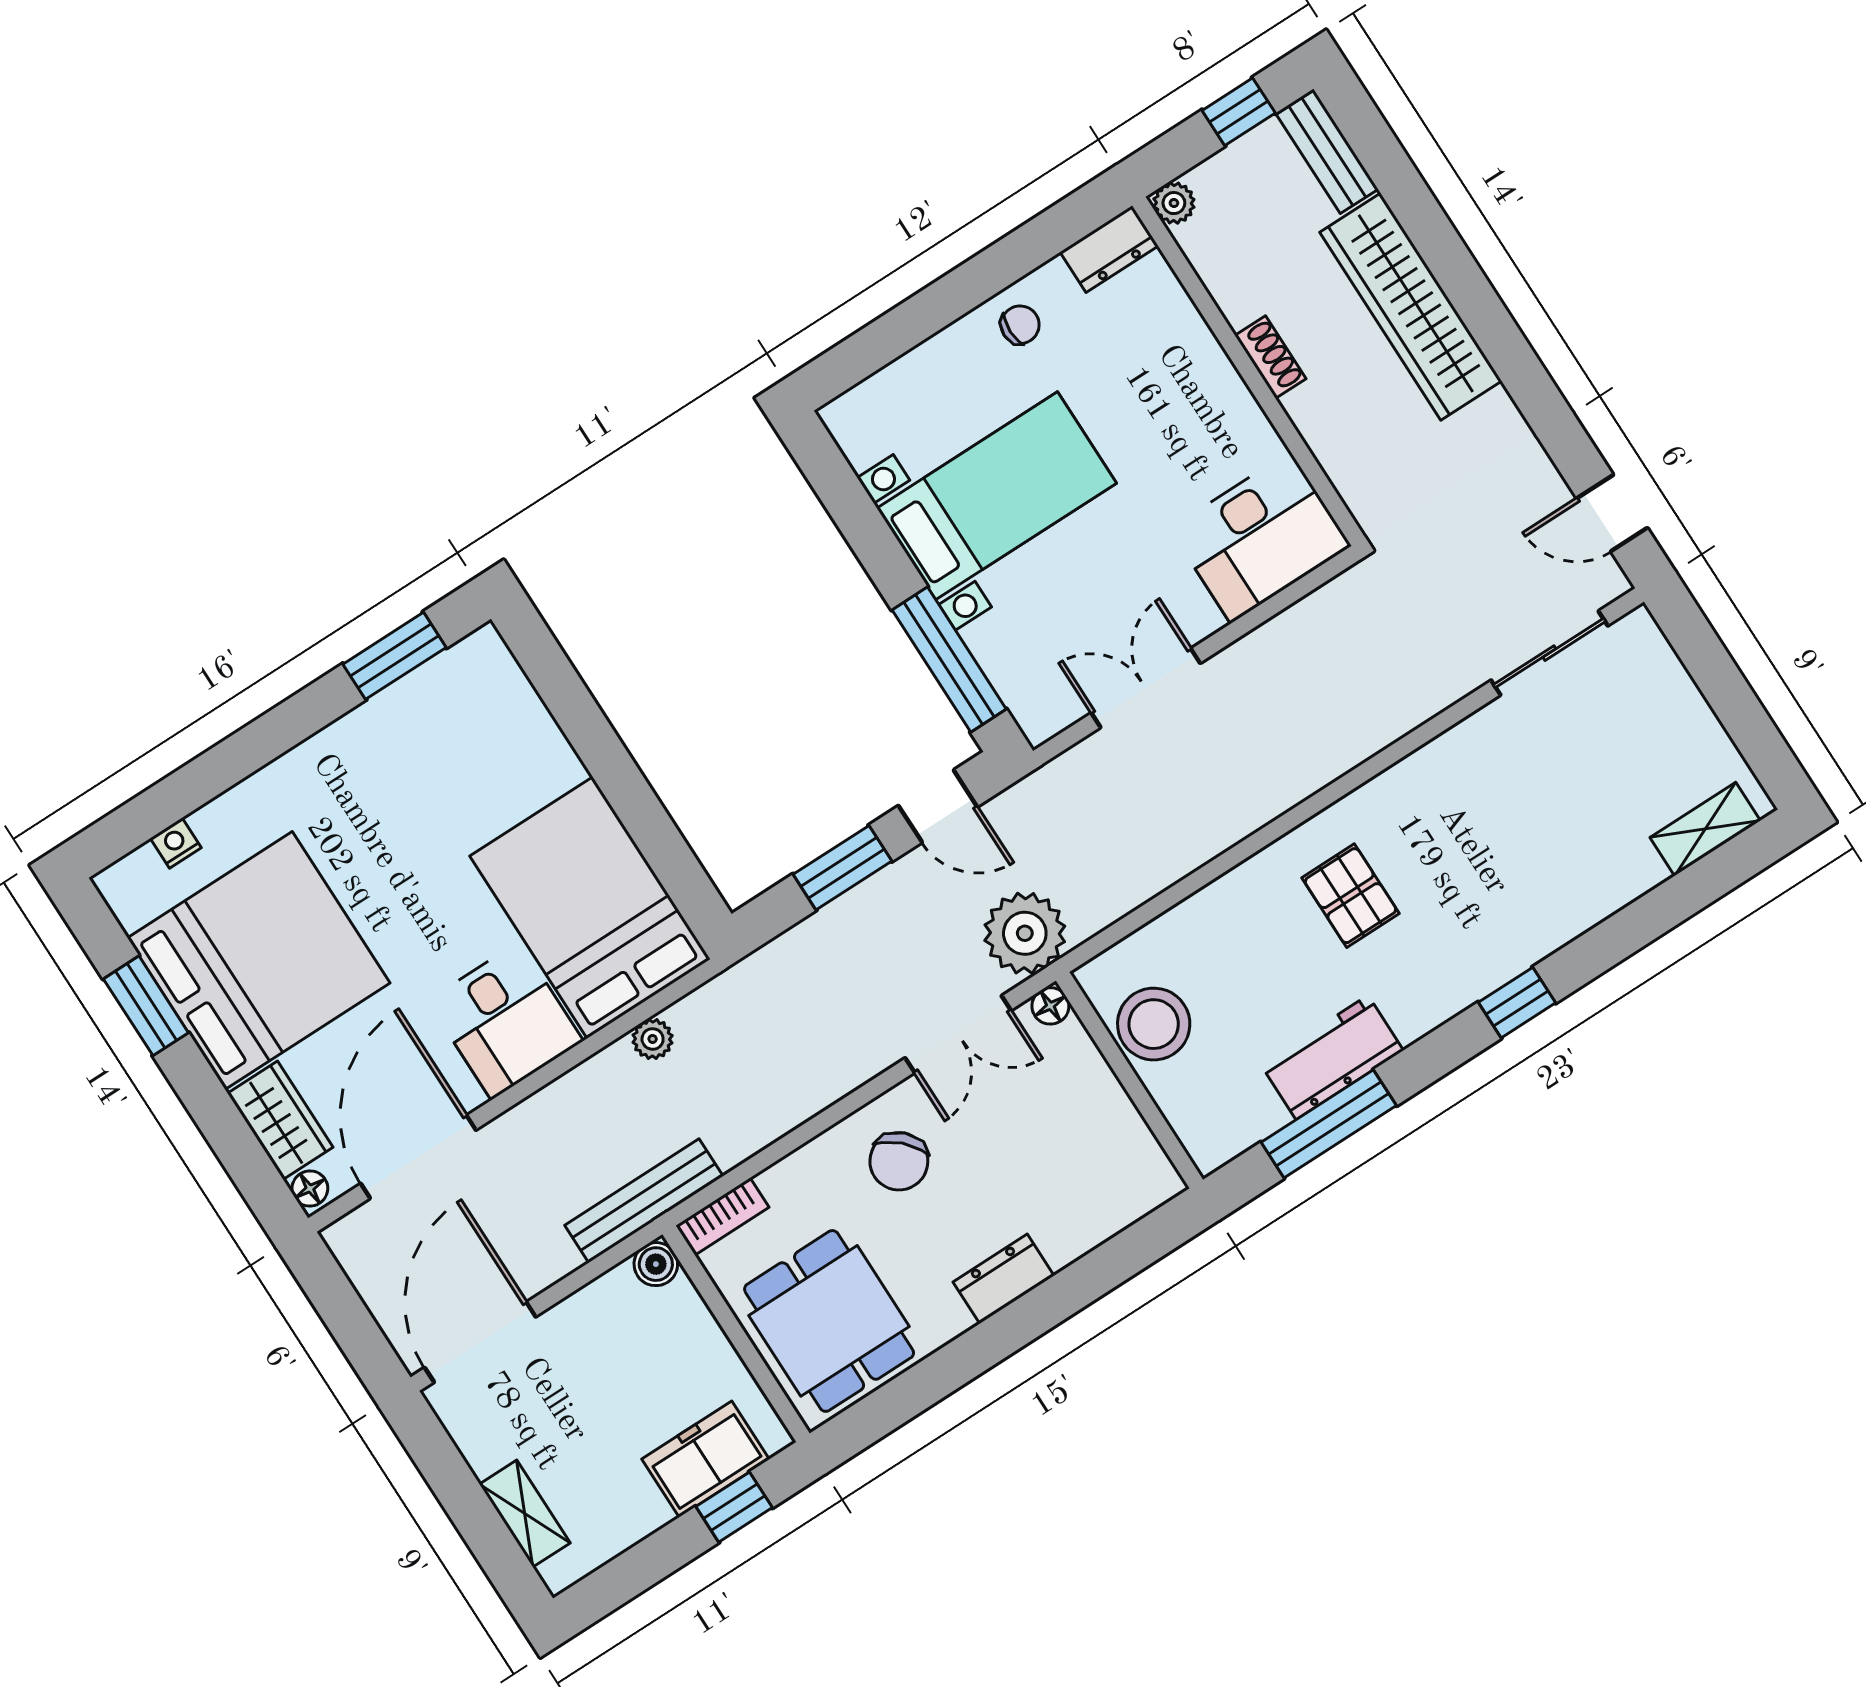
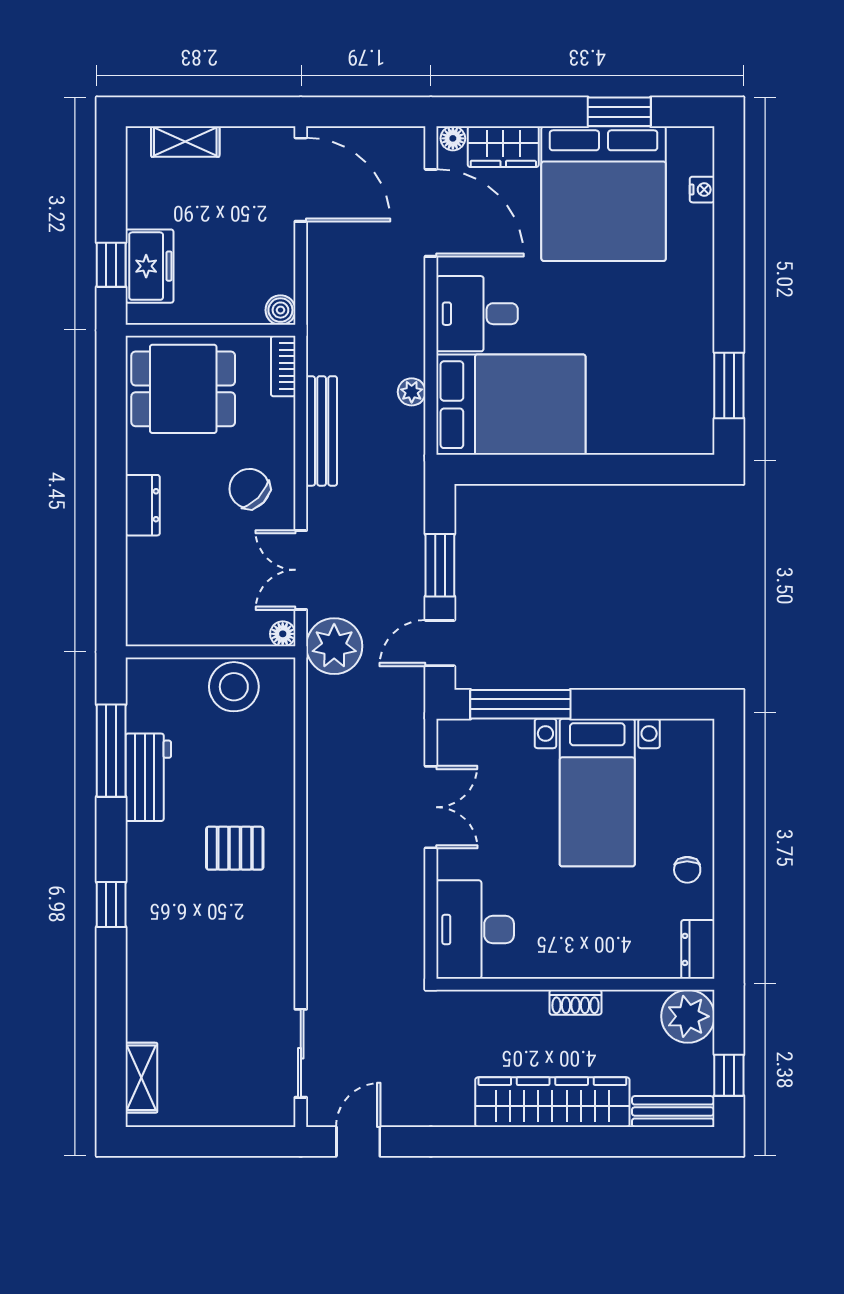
plant: (1174, 203) -> (688, 1016), width x1.88, depth x1.88
bench: (644, 1201) -> (322, 431), moved

